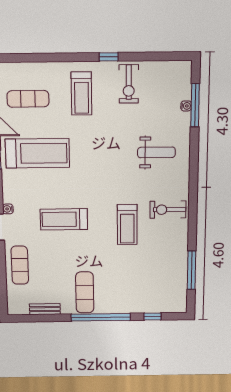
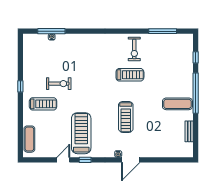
exercise bike: (129, 84) -> (59, 84), moved
exercise mat: (28, 99) -> (29, 139), moved
weight bench: (156, 152) -> (82, 56), removed
exercise bike: (168, 210) -> (134, 49), moved
exercise mat: (20, 265) -> (157, 147), removed

